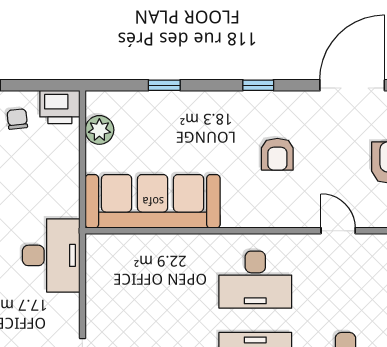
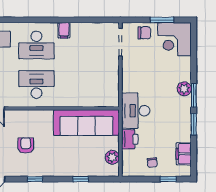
printer: (60, 107) -> (130, 139), moved, turned 90
desk: (51, 255) -> (136, 111), moved

